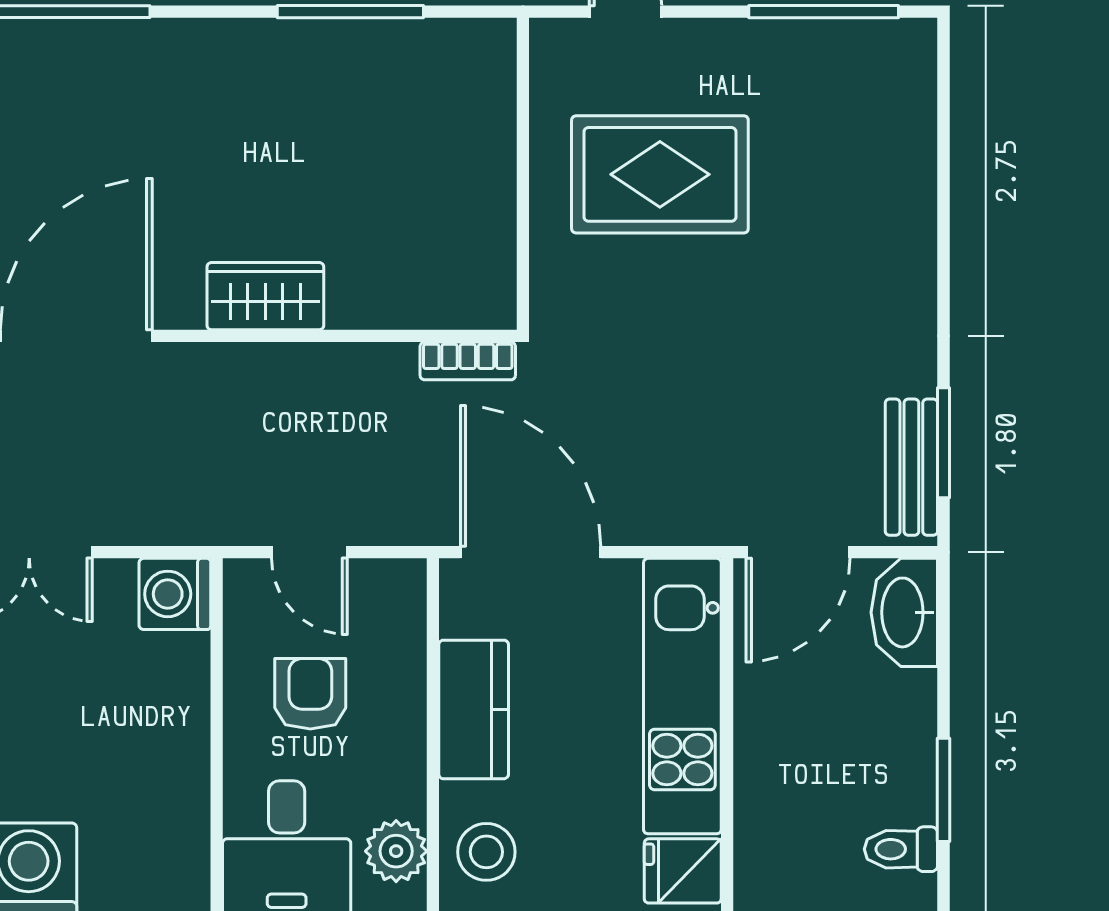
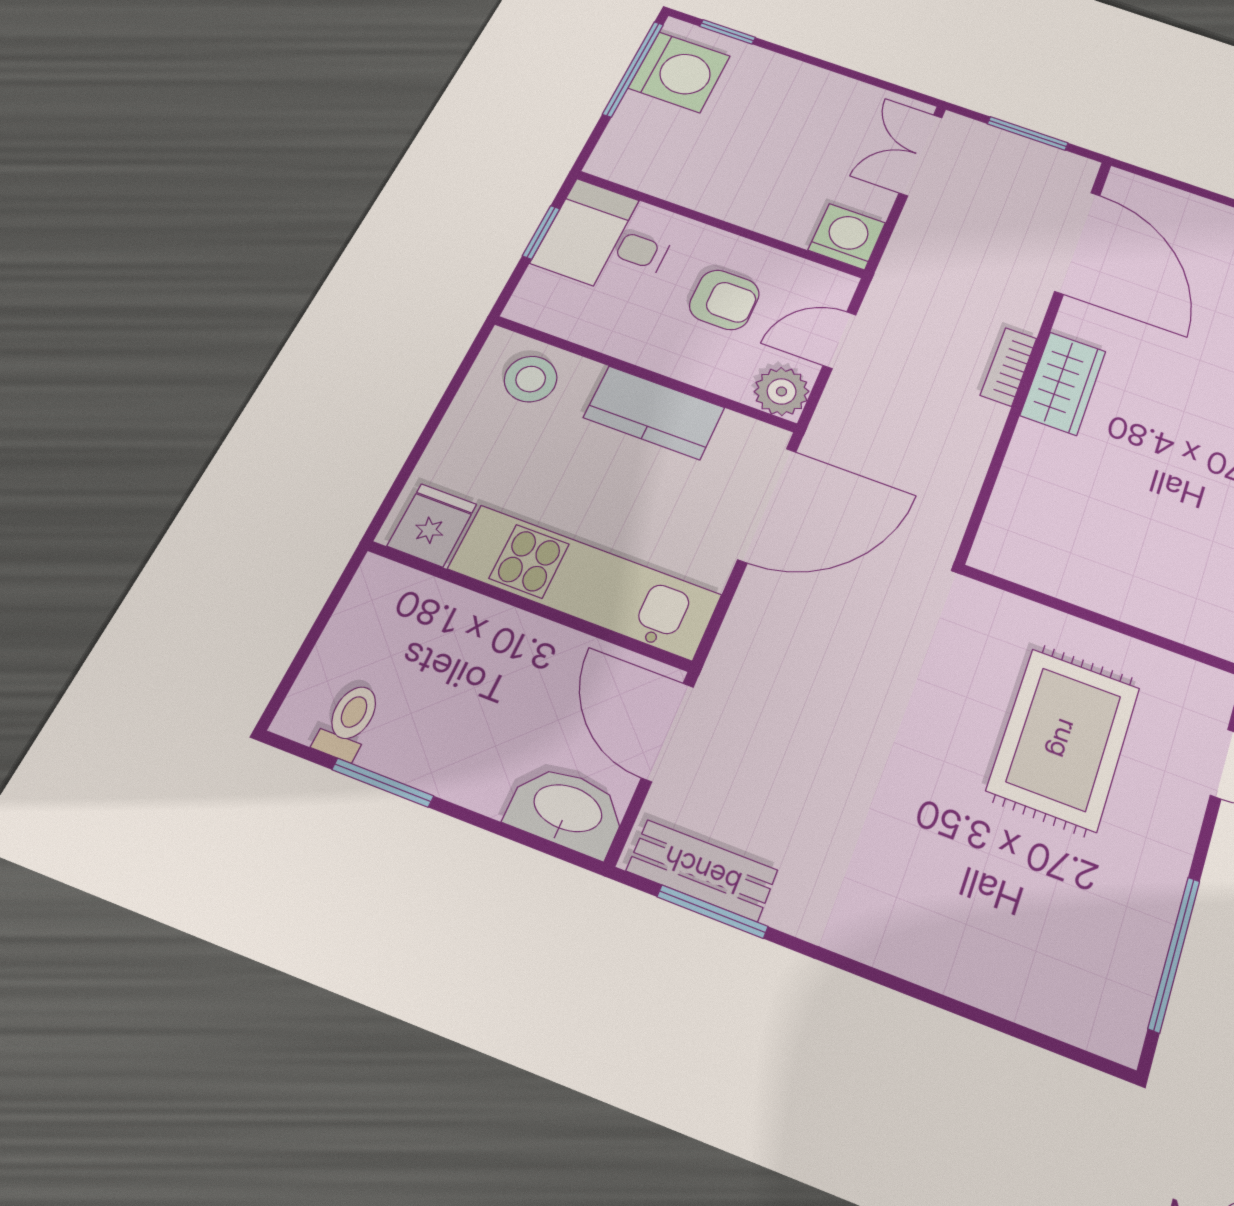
bookcase: (468, 361) -> (1009, 367), moved
plant: (396, 851) -> (782, 391), moved

